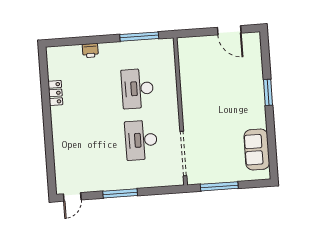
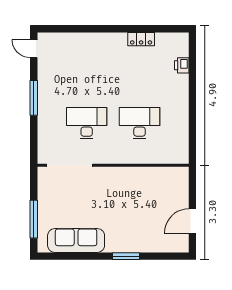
window: (139, 37) -> (192, 129), removed
printer: (90, 51) -> (182, 65), moved
sofa: (257, 150) -> (76, 240), width x1.36
window: (219, 186) -> (34, 219), moved

